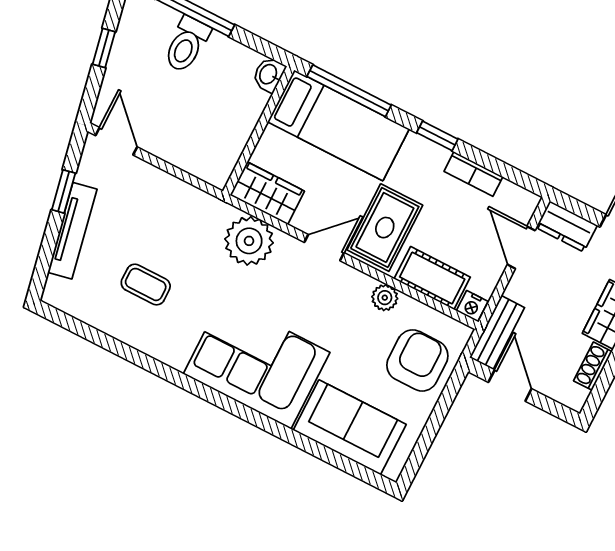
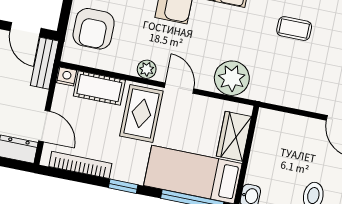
bookcase: (473, 174) -> (80, 165), width x1.56
wardrobe: (267, 193) -> (234, 136), moved, turned 90
door: (324, 248) -> (179, 88), swing flipped
plant: (385, 298) -> (147, 69), moved

